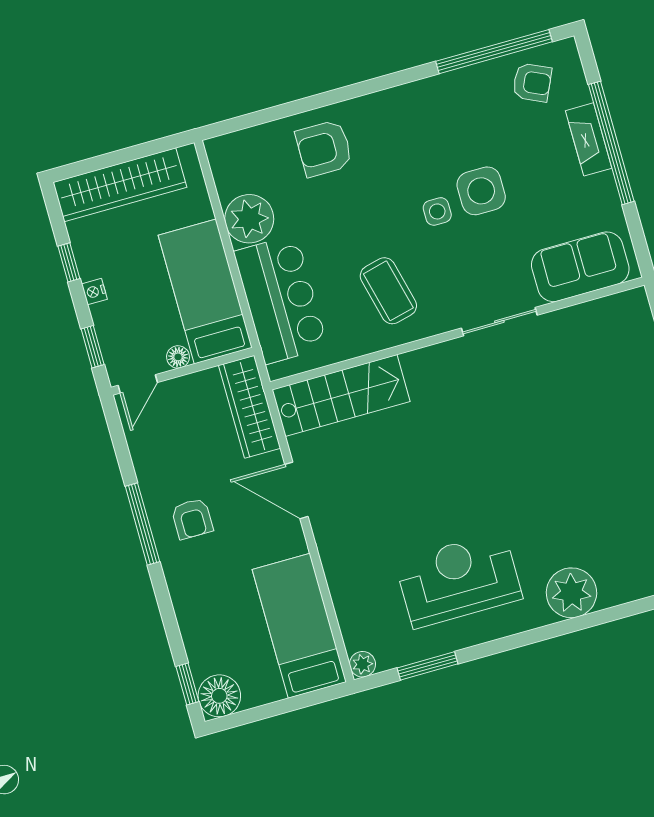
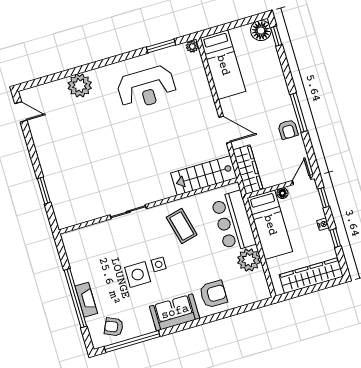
sofa: (580, 267) -> (175, 312), moved, turned 180
armchair: (192, 519) -> (288, 129), moved, turned 180
plant: (571, 593) -> (80, 85), moved

